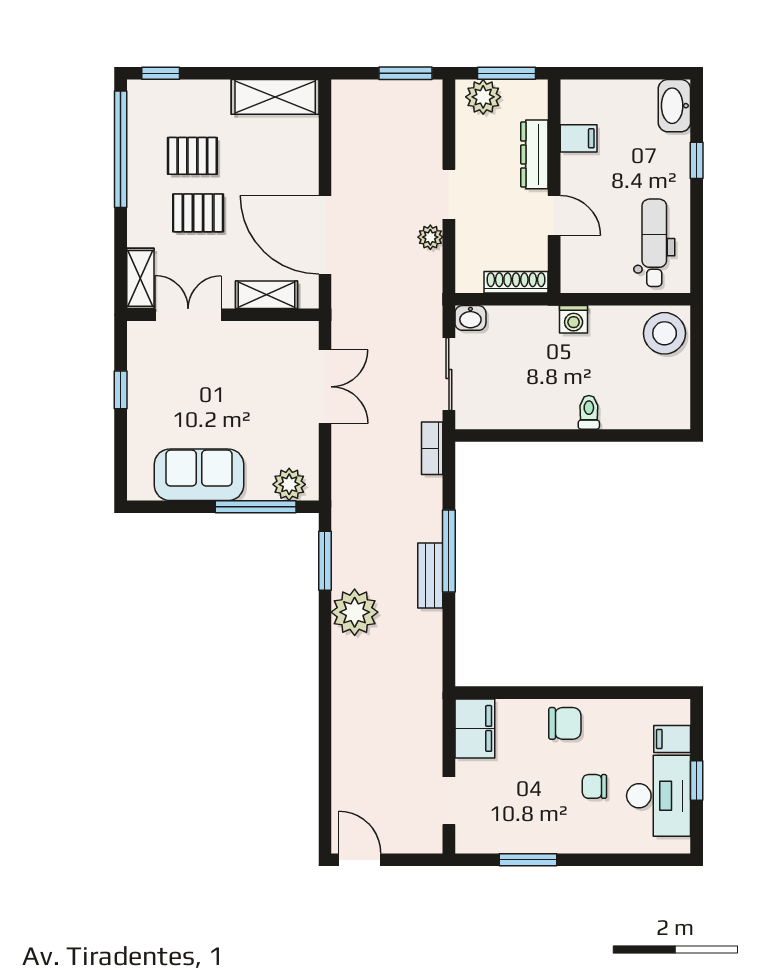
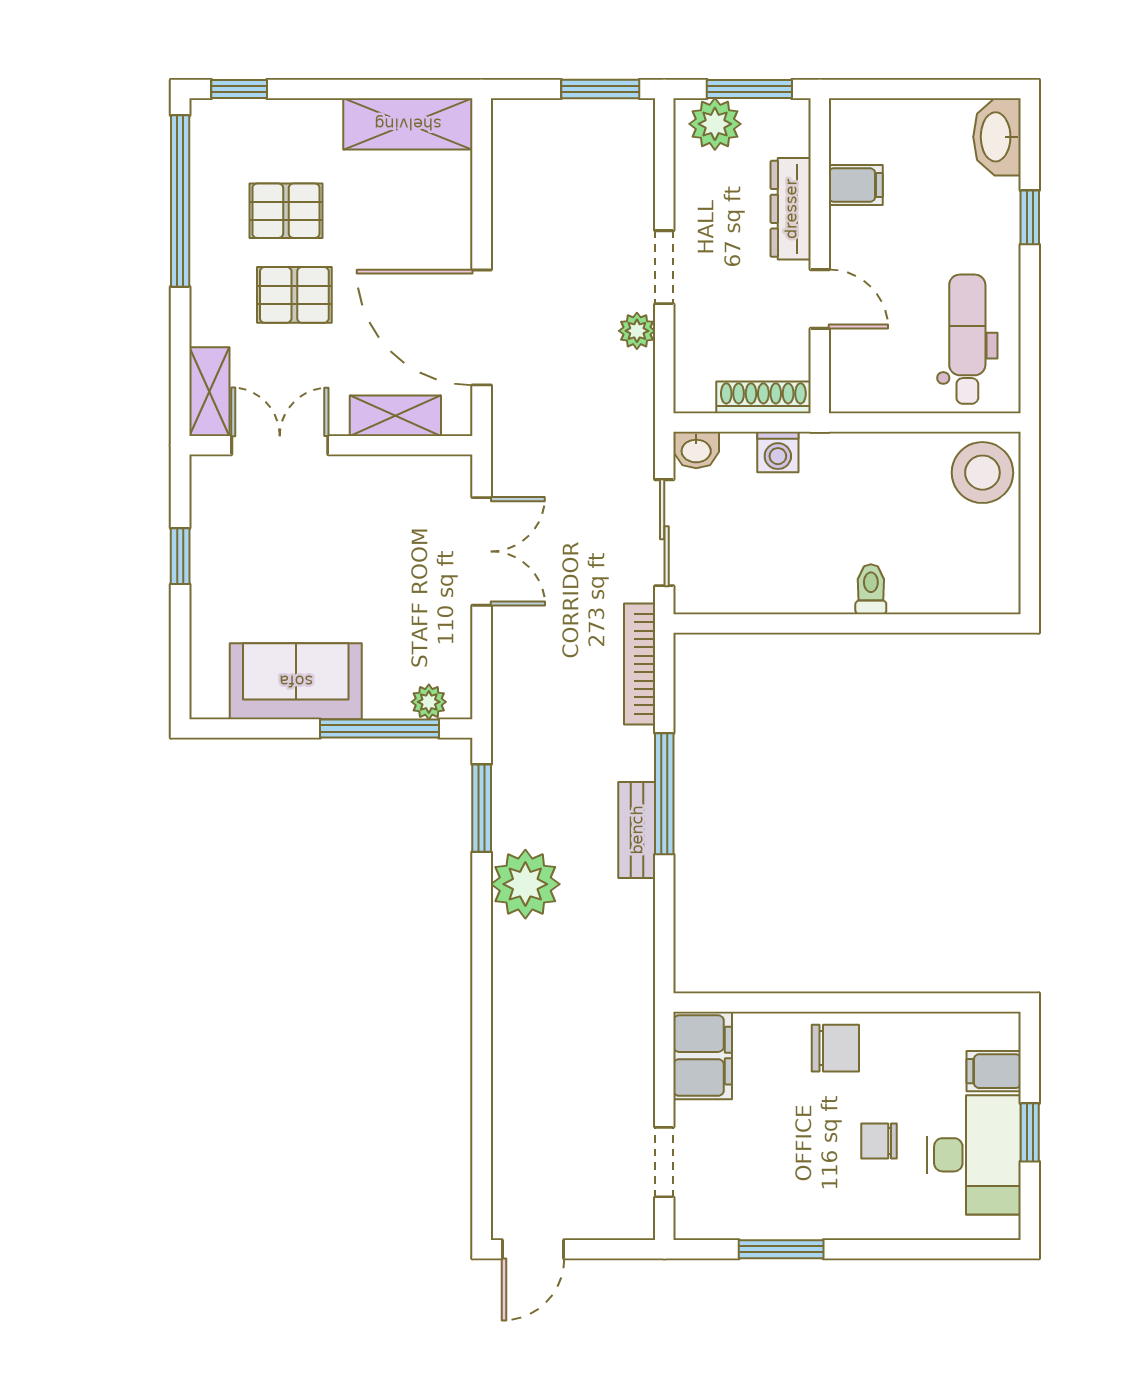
washing machine: (574, 319) -> (778, 452), moved
bookcase: (432, 448) -> (640, 664), width x1.56
plant: (289, 484) -> (429, 702), width x0.73, depth x0.73
door: (360, 860) -> (533, 1249), swing flipped

